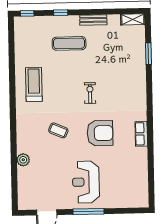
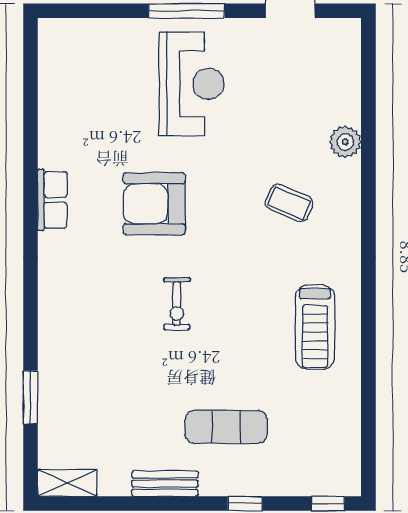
coffee table: (58, 130) -> (289, 203), moved

